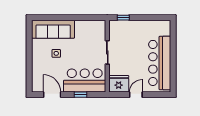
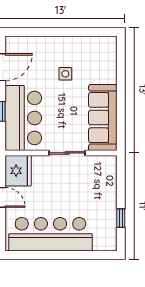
window: (123, 18) -> (121, 218), moved
sofa: (53, 29) -> (103, 118), moved

